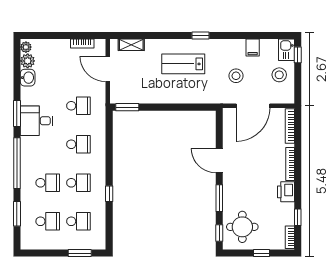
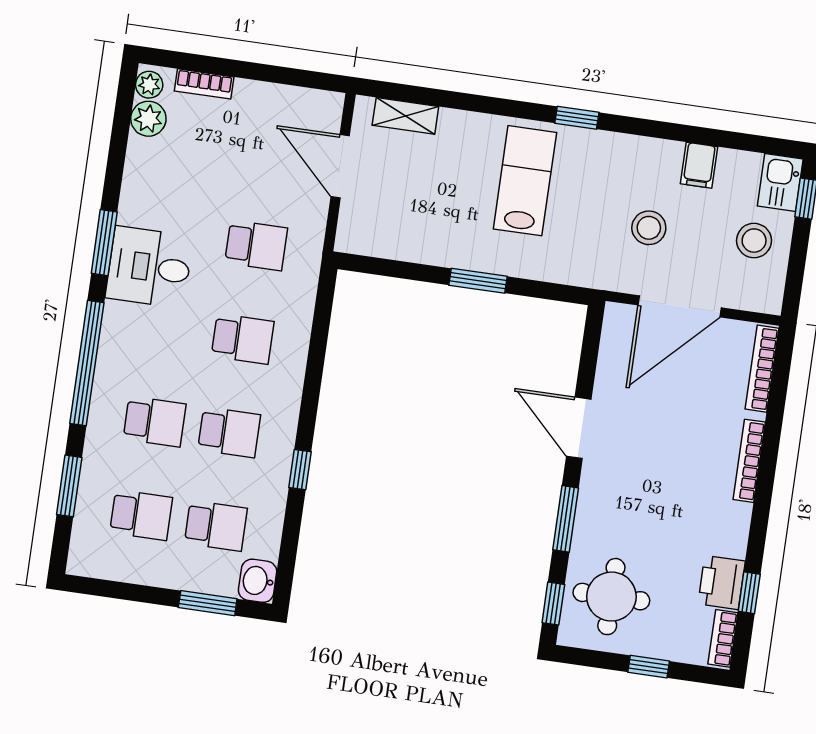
bookcase: (82, 44) -> (204, 84), moved
lab bench: (183, 64) -> (525, 181), turned 90
washbasin: (28, 78) -> (258, 581), moved, turned 180
window: (127, 107) -> (478, 281), moved
printer: (286, 192) -> (722, 583), moved

